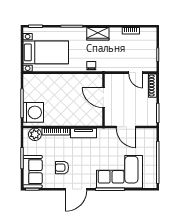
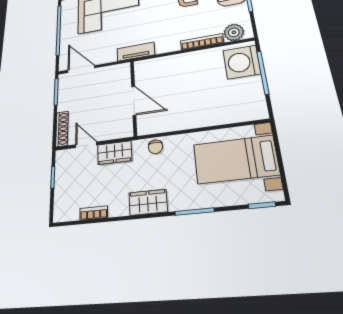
wardrobe: (117, 65) -> (115, 153), added
door: (126, 127) -> (81, 69), moved
tv unit: (83, 133) -> (136, 52), moved

